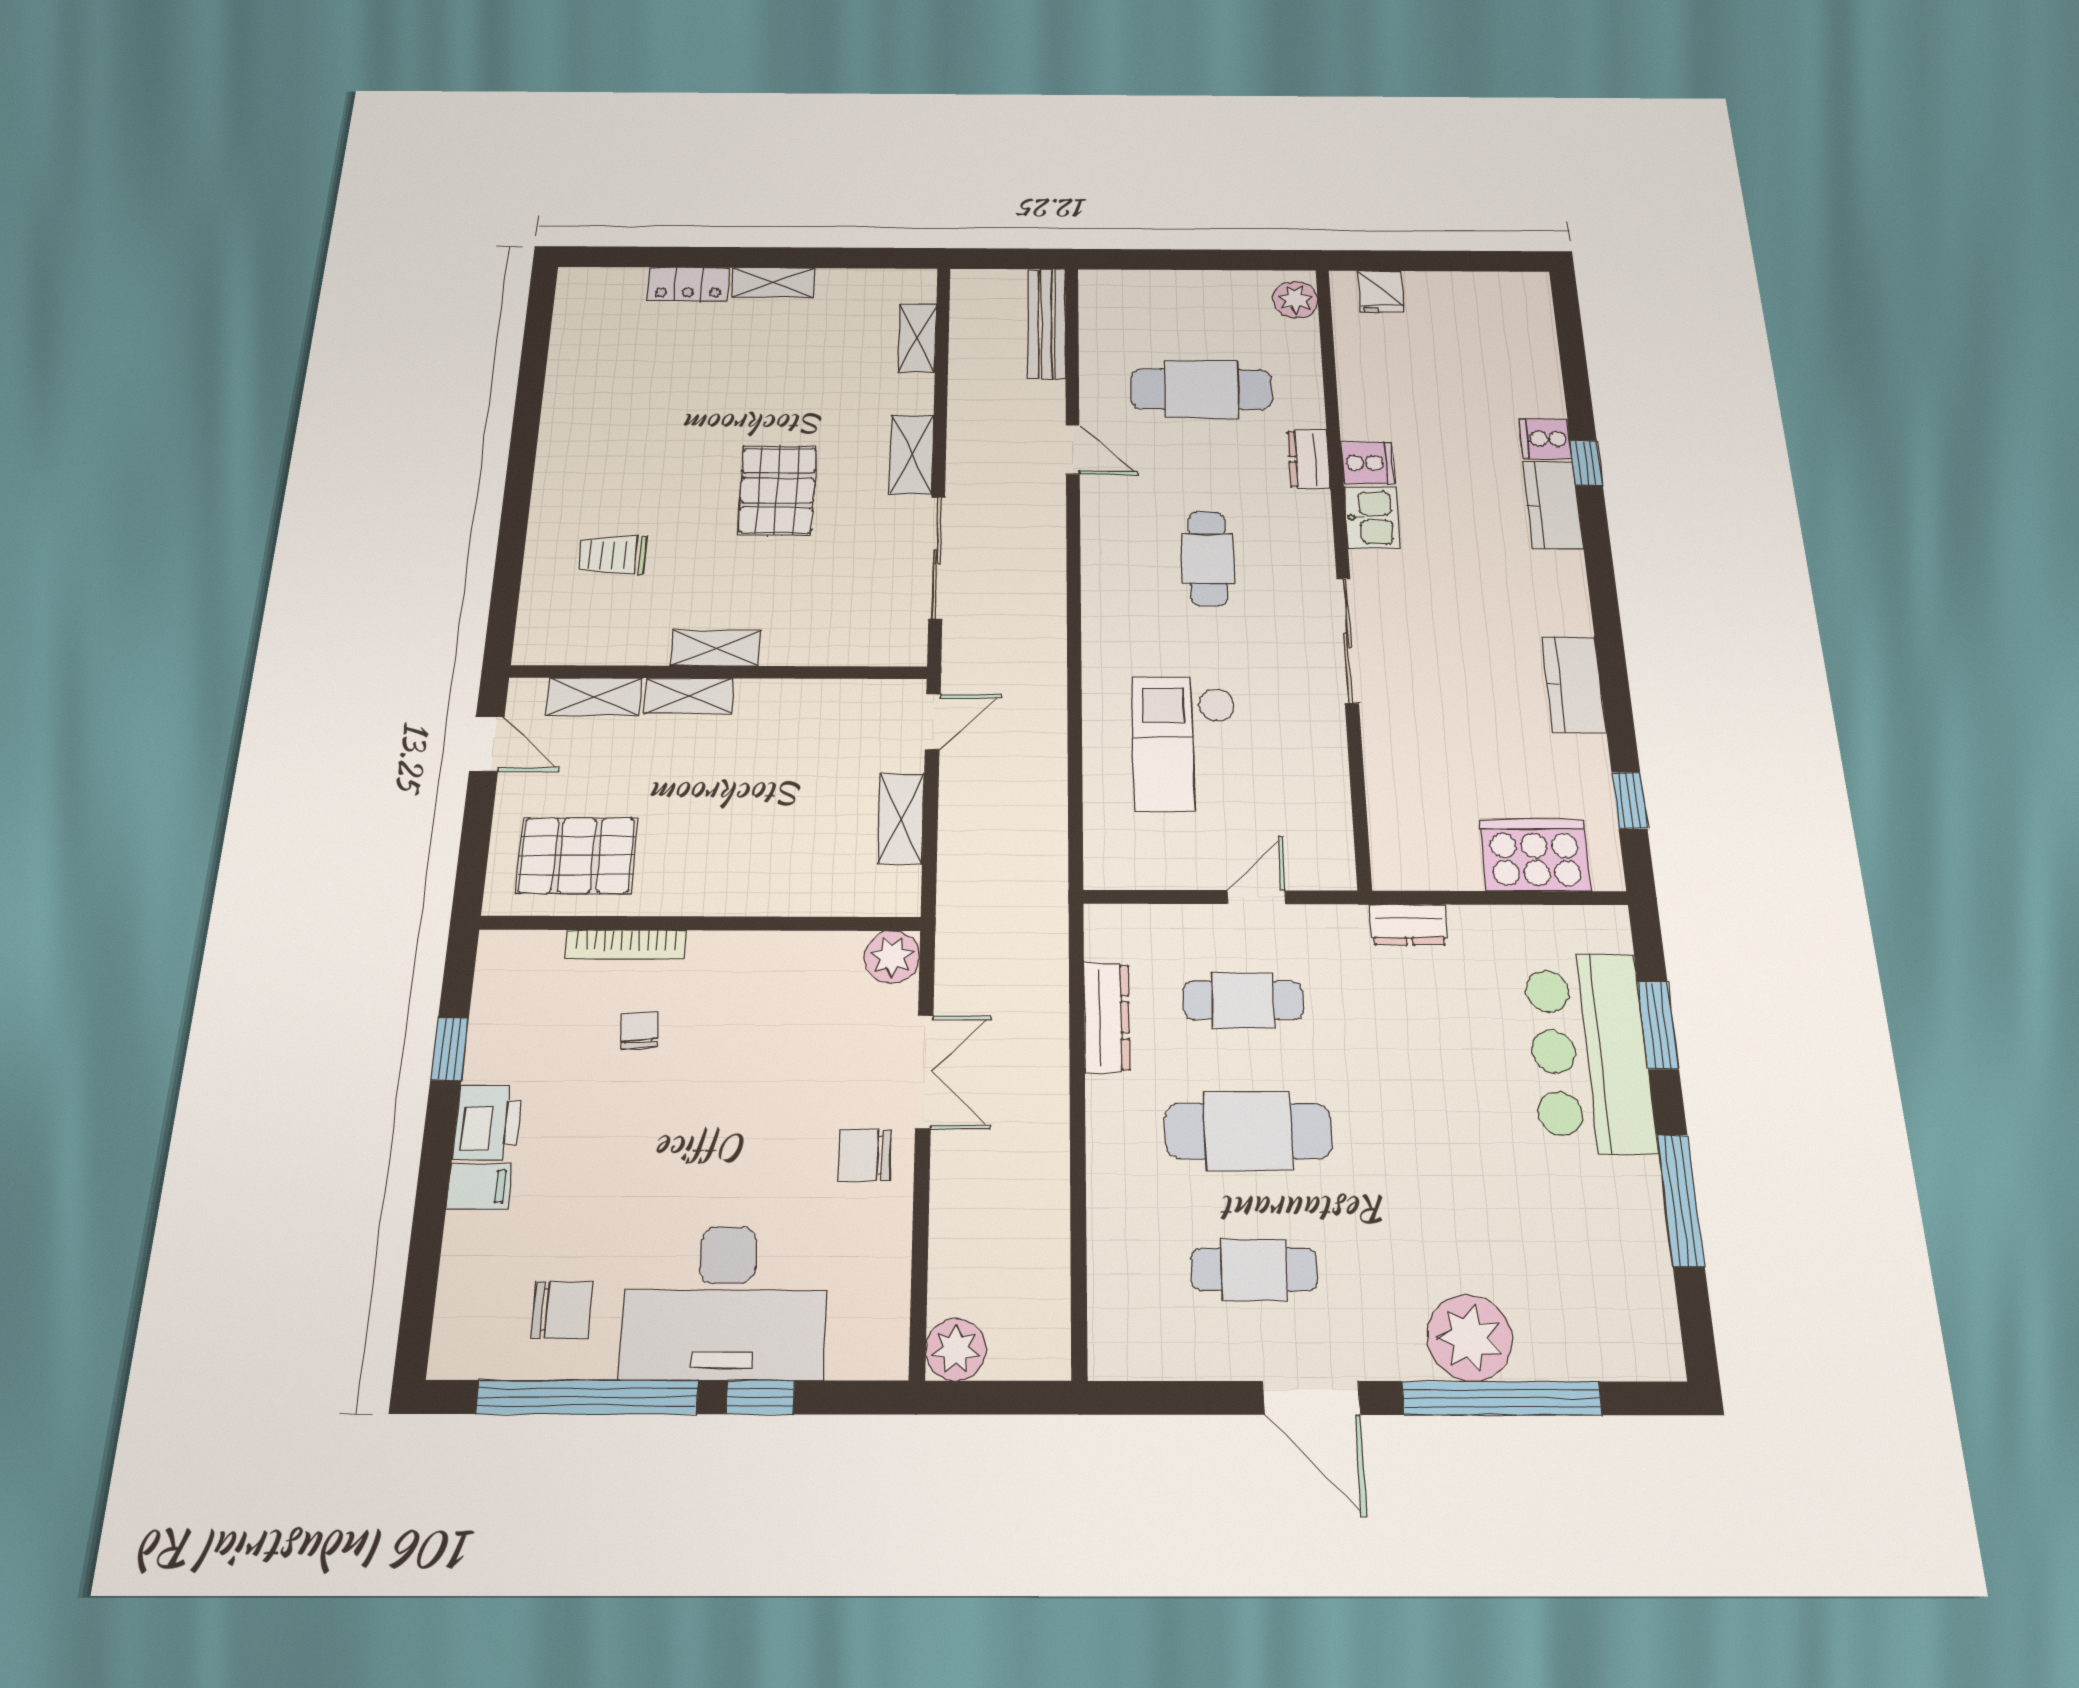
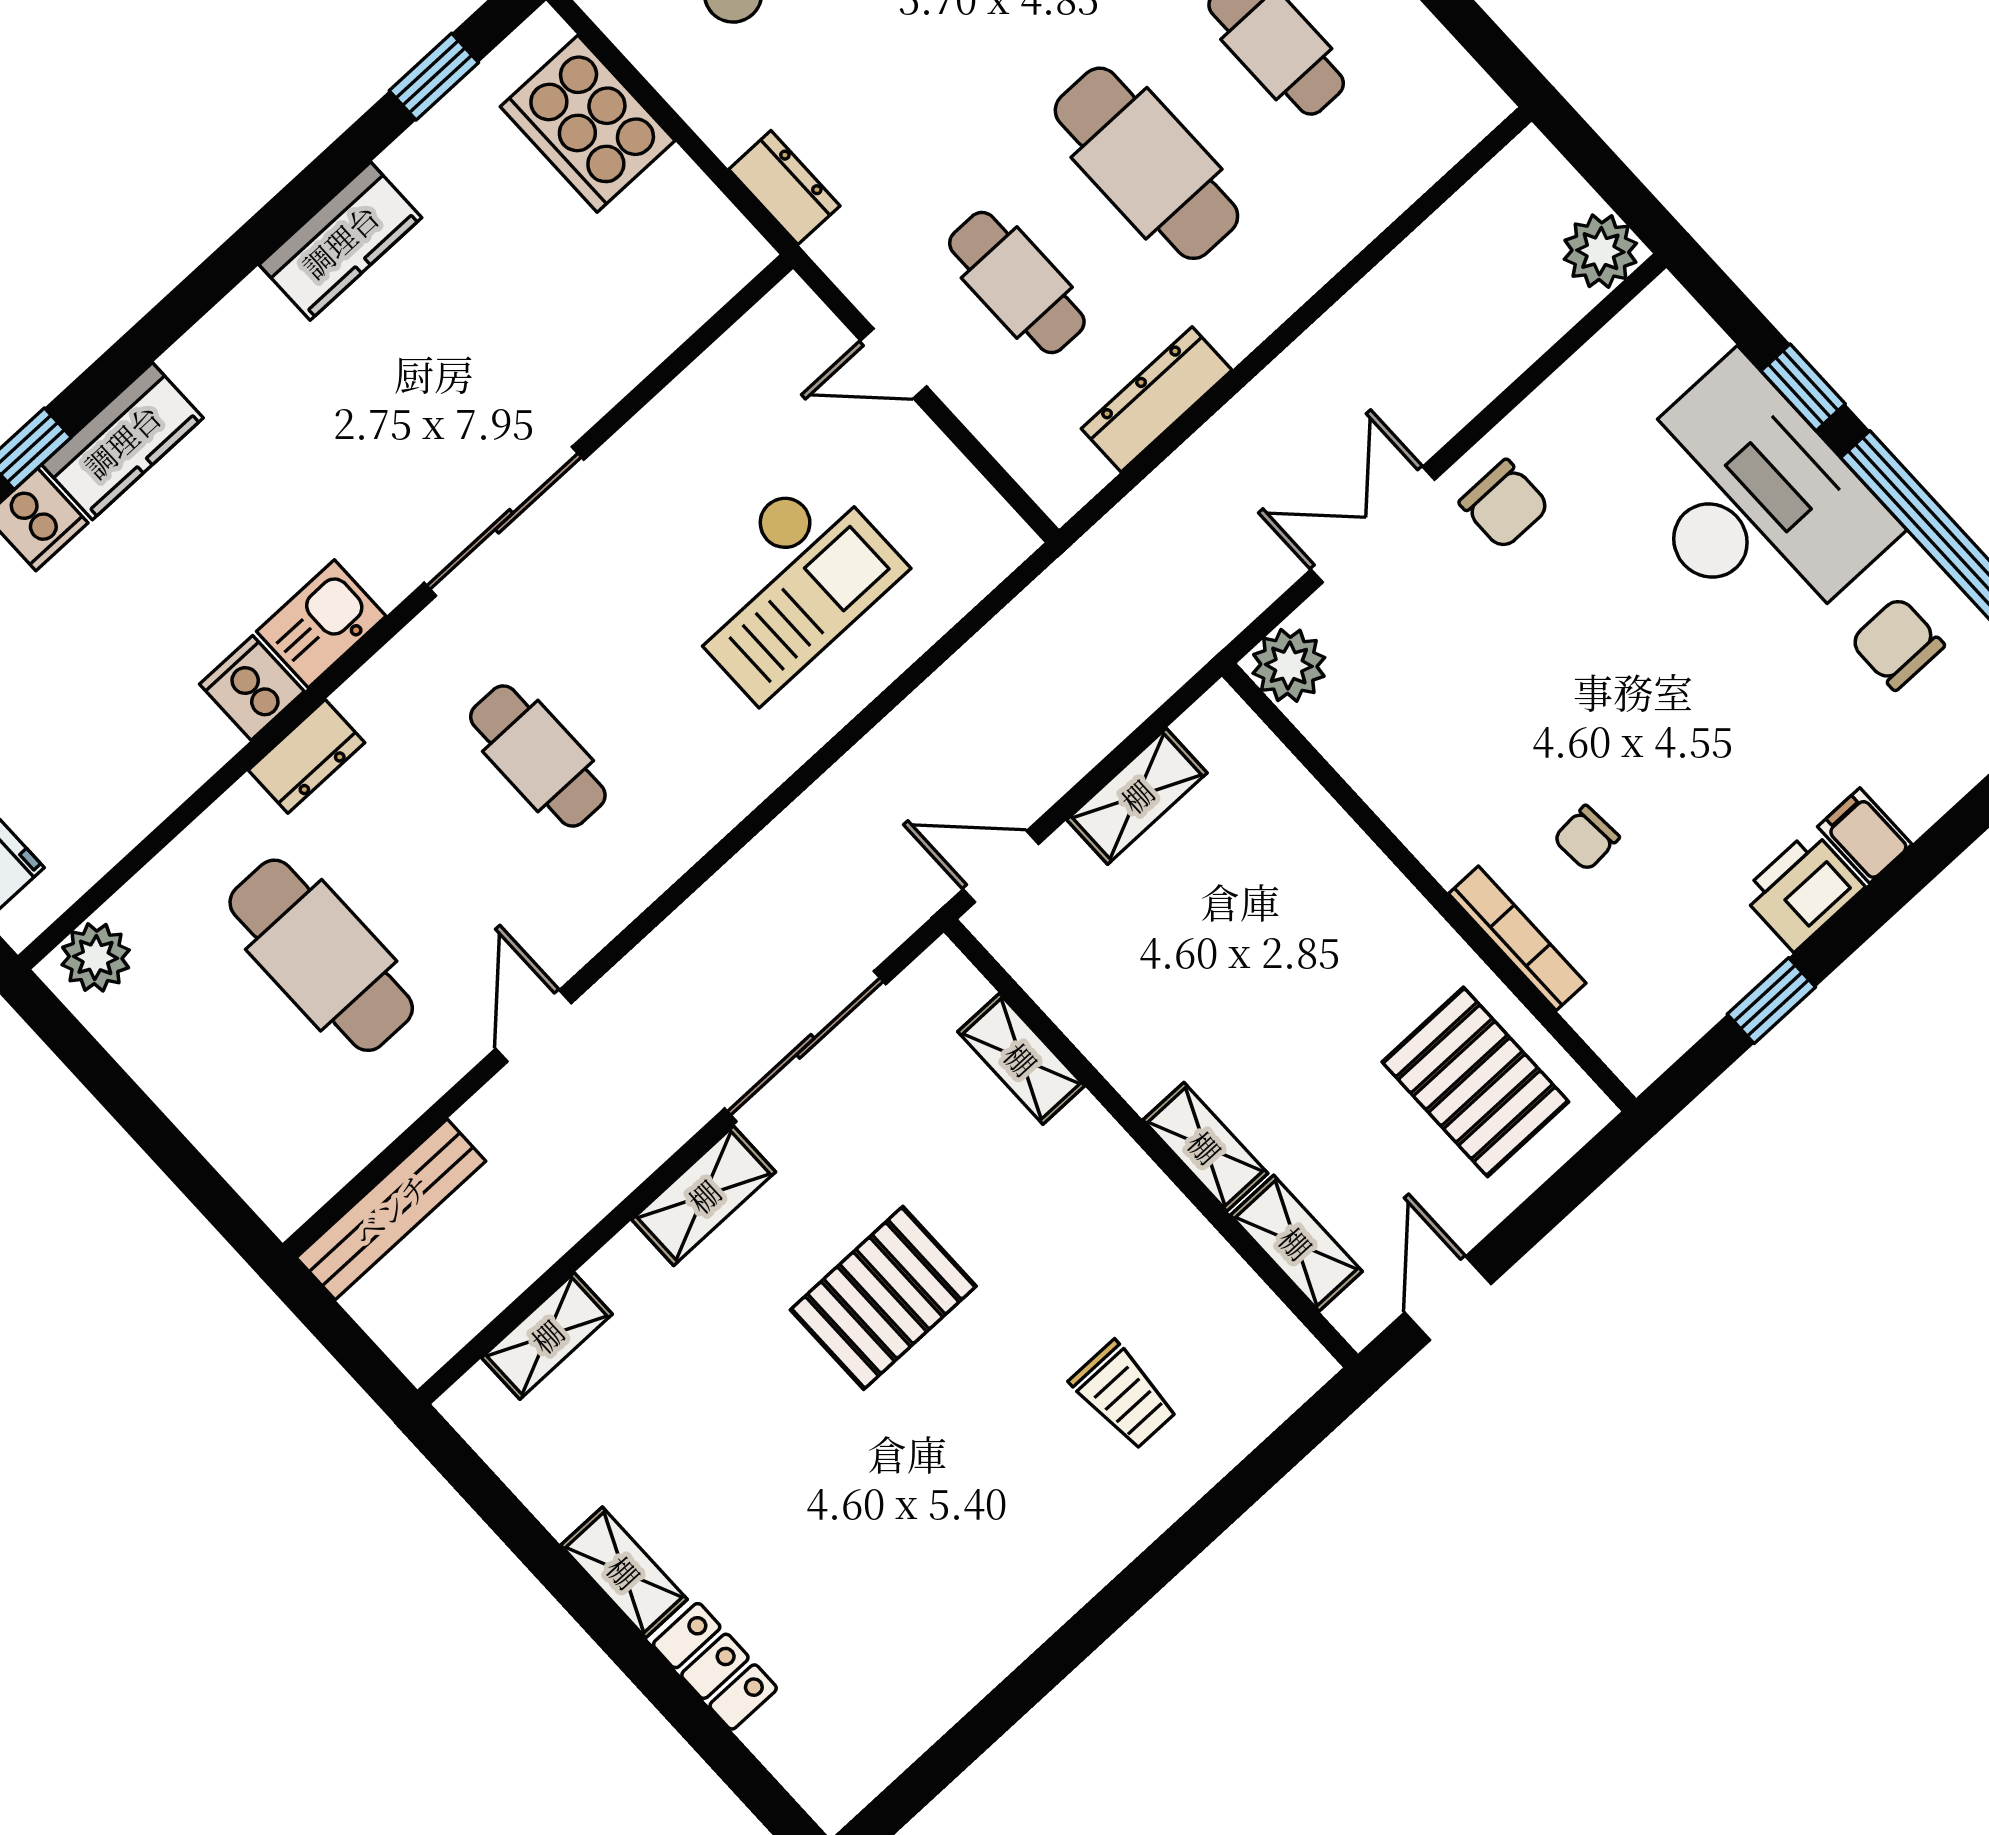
cafe table: (1208, 558) -> (538, 756), turned 90
shelving: (715, 648) -> (1021, 1059), moved

